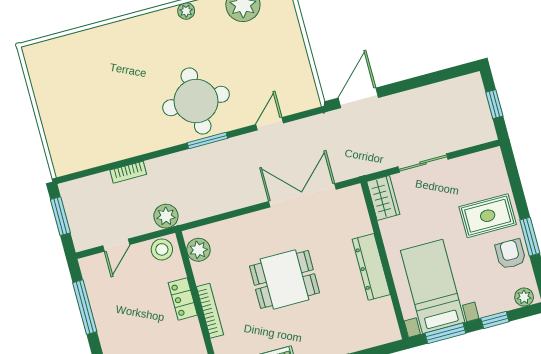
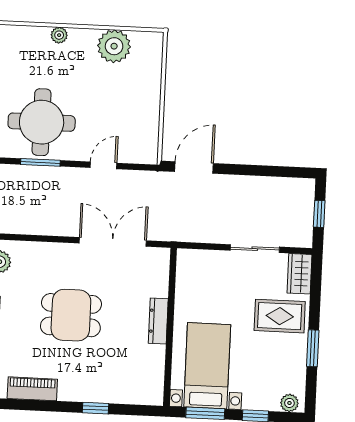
sliding door: (423, 163) -> (255, 249), moved
wardrobe: (383, 198) -> (300, 274), moved, turned 180
armchair: (510, 254) -> (290, 359), removed
dresser: (371, 267) -> (158, 321), width x0.73, depth x0.80

